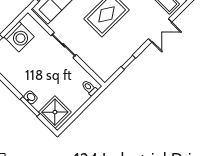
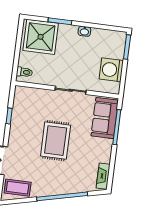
washbasin: (31, 97) -> (84, 31), moved
shower: (55, 112) -> (41, 37), width x1.37, depth x1.37

